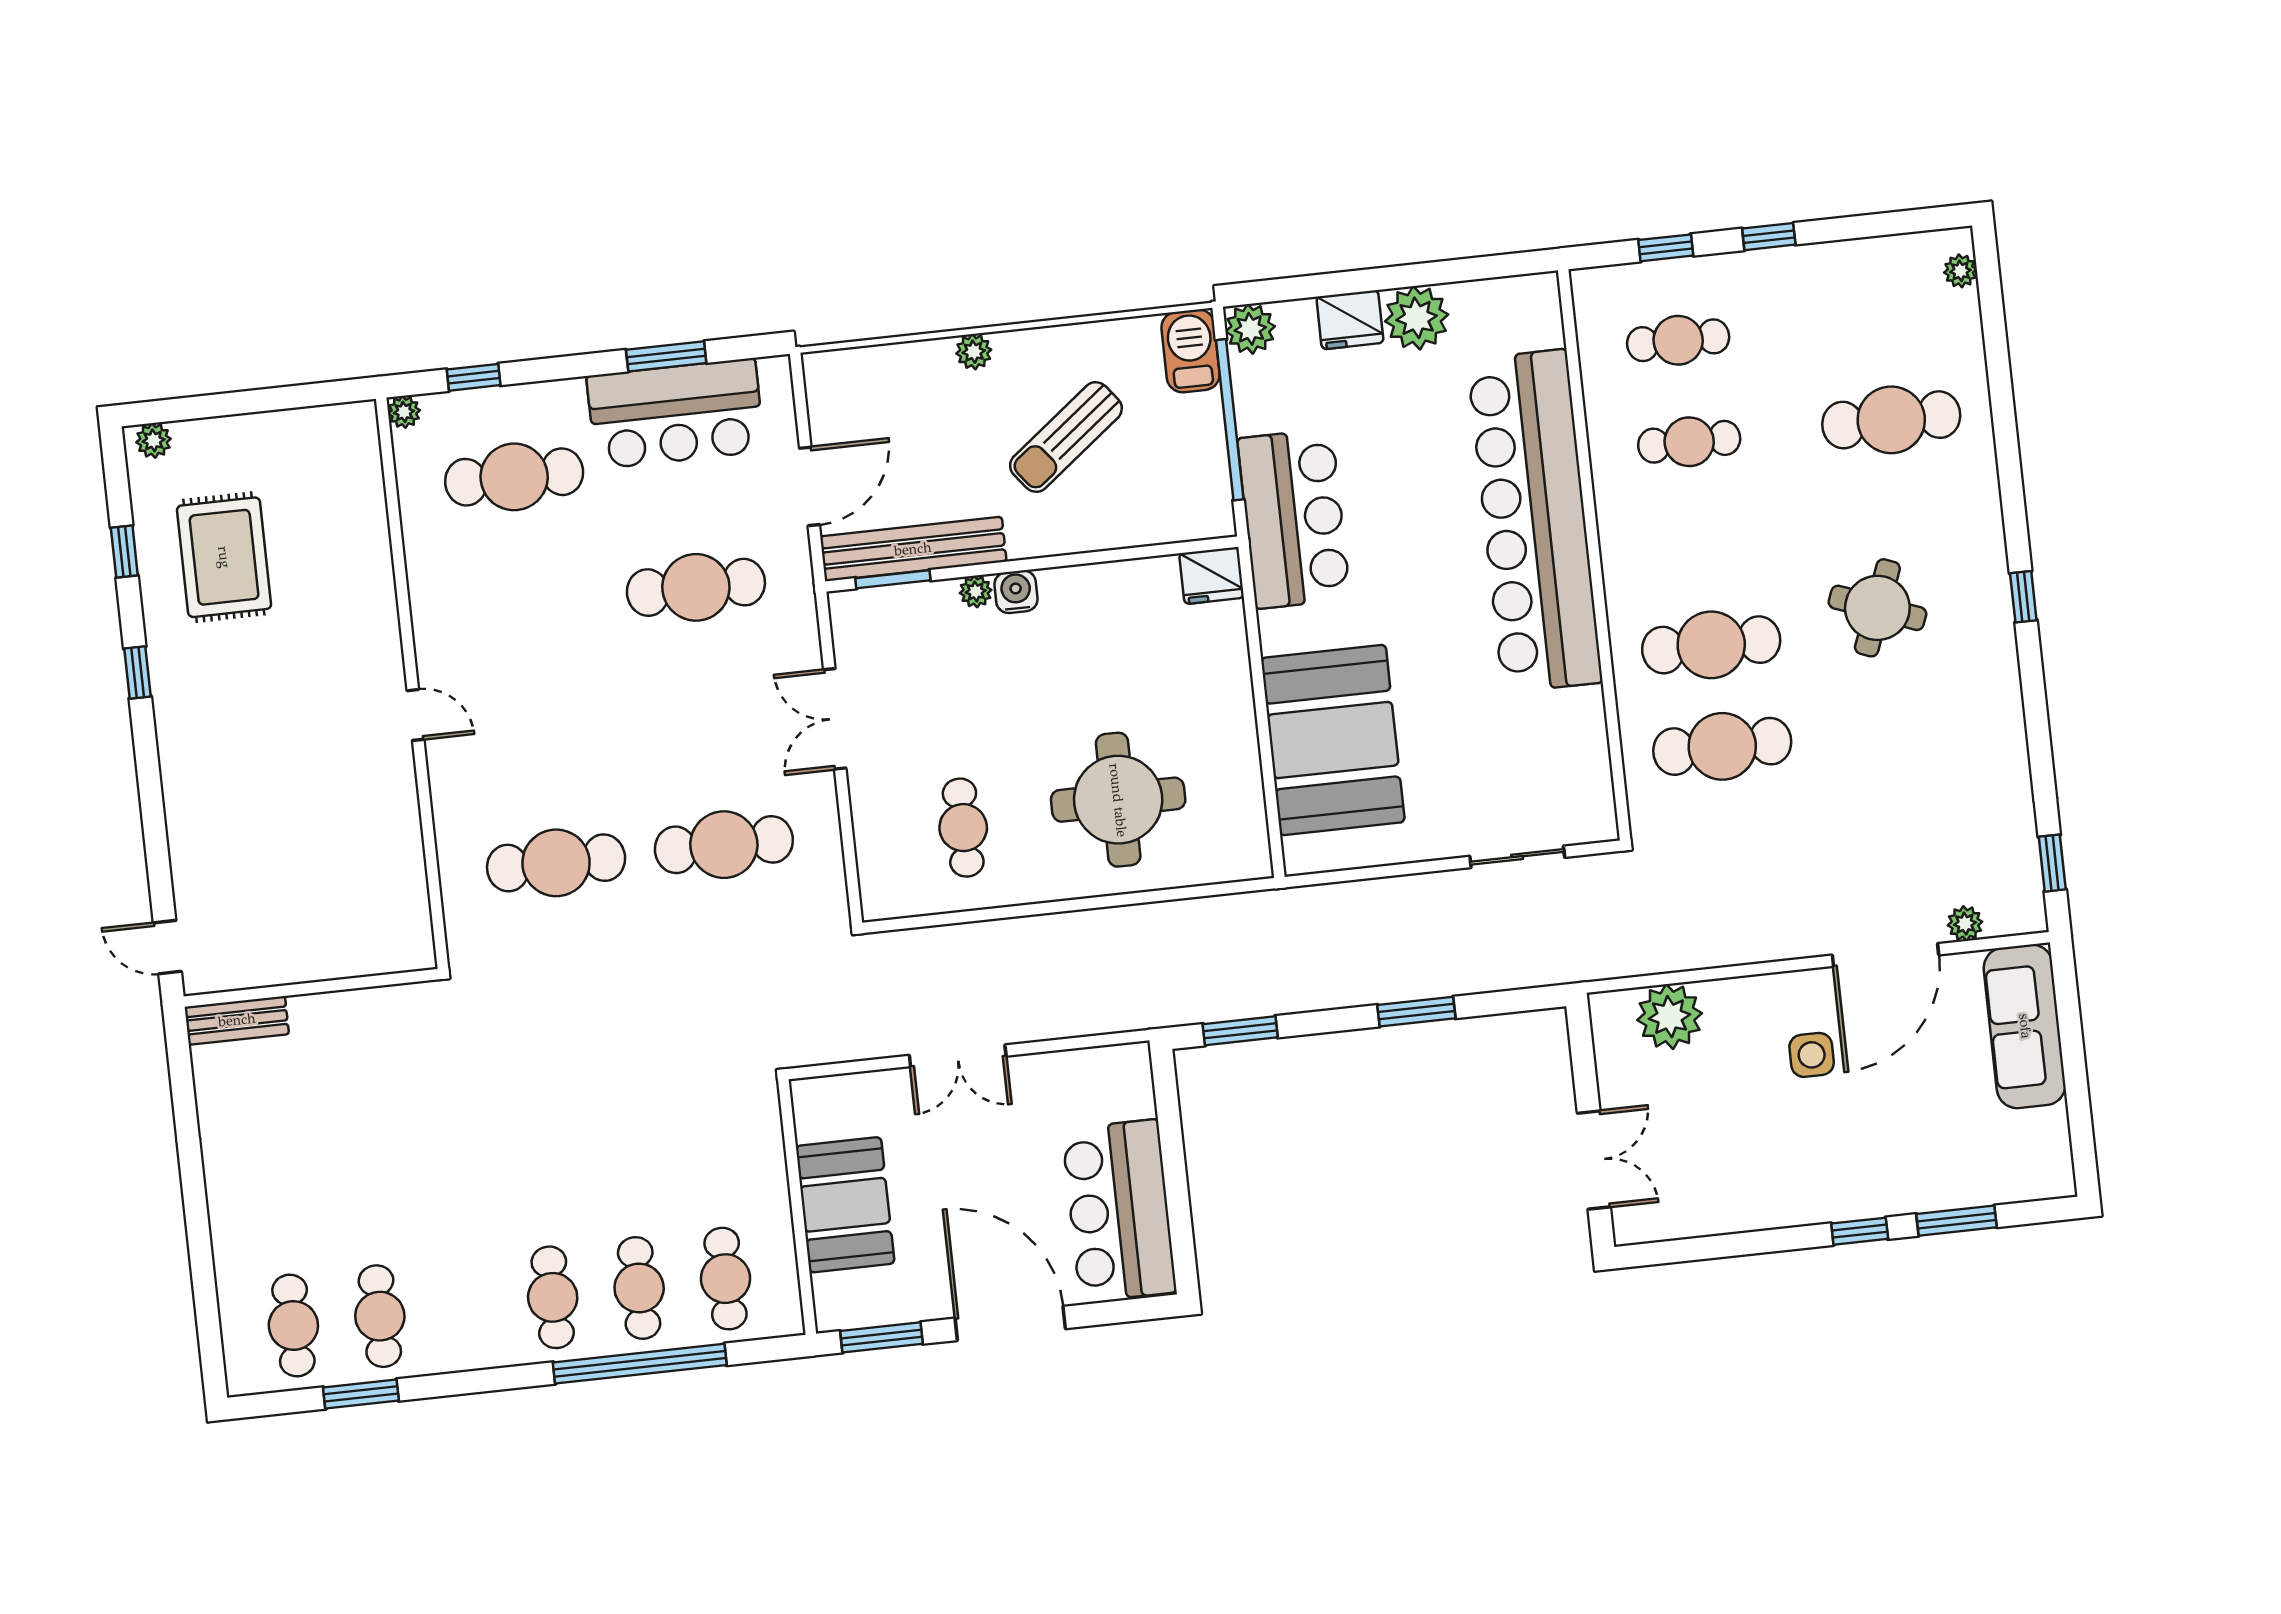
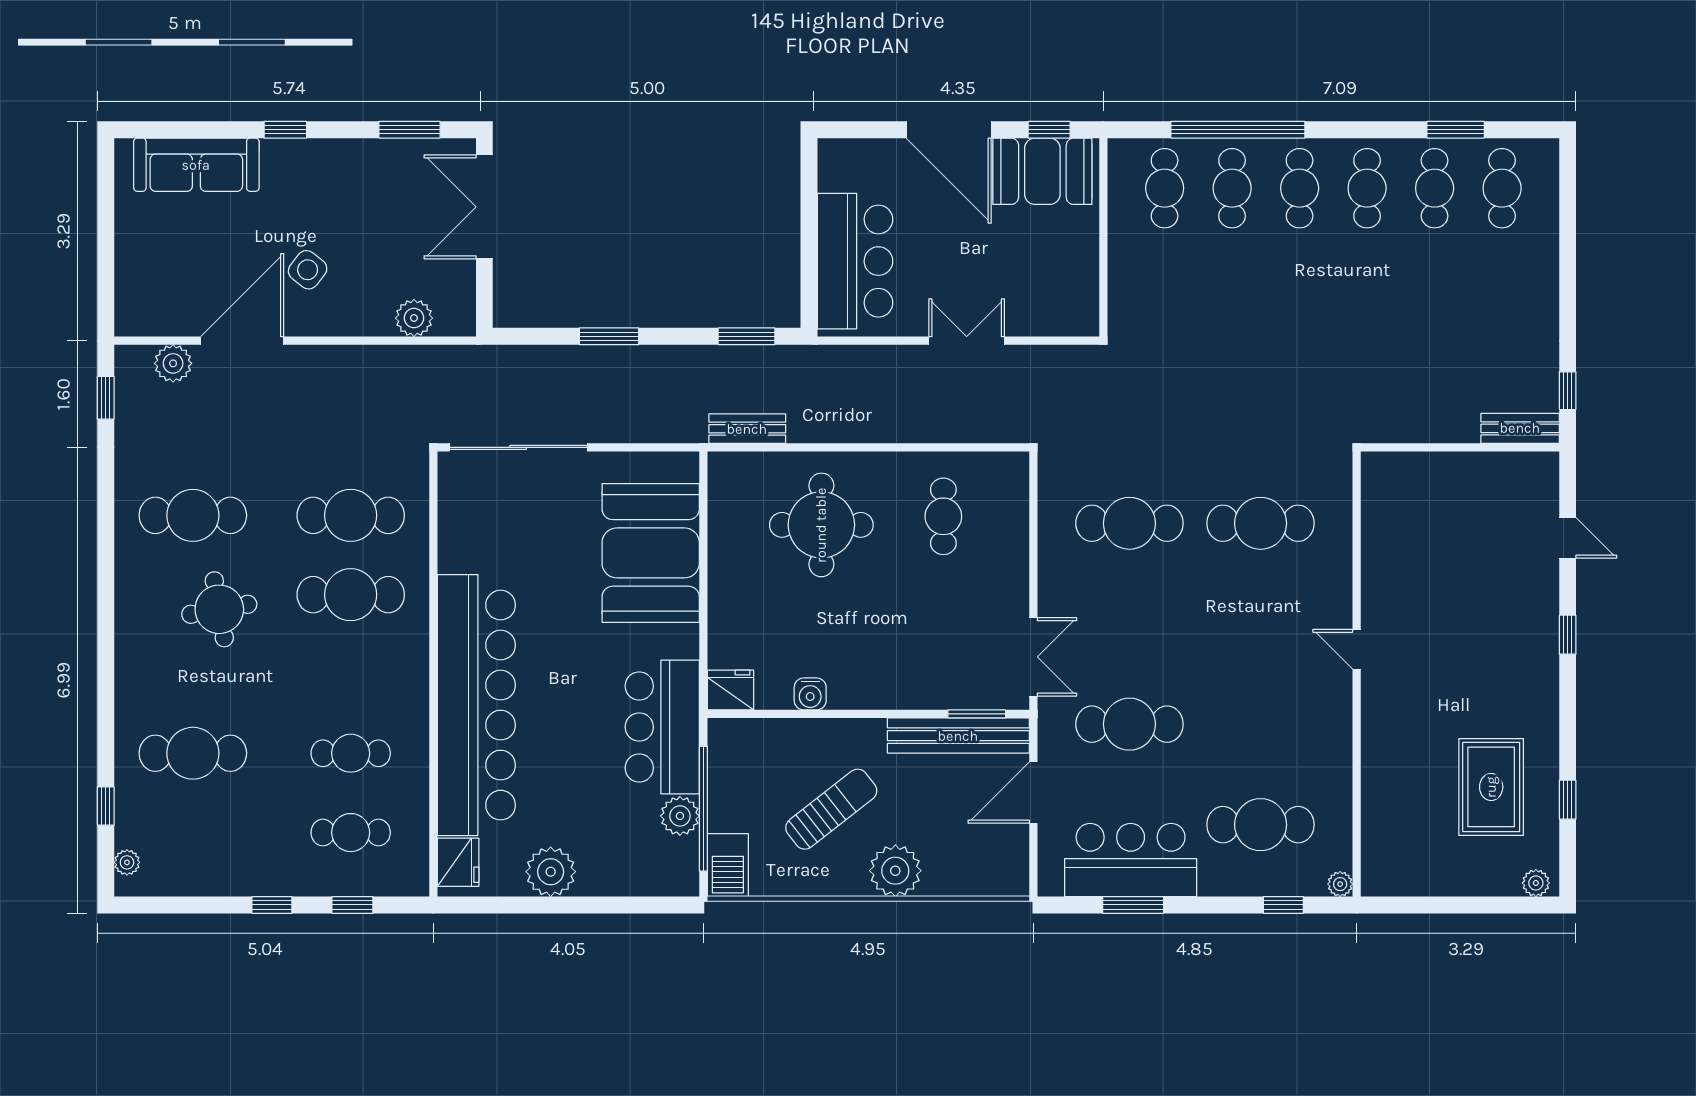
fridge: (1350, 320) -> (458, 862), moved, turned 90
plant: (1250, 329) -> (680, 816), moved
plant: (974, 352) -> (895, 871), width x1.87, depth x1.87
plant: (976, 592) -> (914, 698), removed
water cooler: (1016, 592) -> (810, 694), moved
window: (2023, 597) -> (106, 806), moved
round table: (1877, 608) -> (219, 609), turned -31
window: (137, 672) -> (1568, 635), moved
double door: (835, 719) -> (1033, 657), moved
cafe table: (1924, 724) -> (193, 515), added
sliding door: (1517, 857) -> (518, 447), width x1.86
bench: (1226, 913) -> (747, 429), added
plant: (1965, 924) -> (173, 363), width x1.38, depth x1.38
door: (167, 947) -> (1568, 538), moved
plant: (1670, 1017) -> (414, 318), width x0.73, depth x0.73
sofa: (2025, 1026) -> (196, 165), moved, turned 90
side table: (1812, 1055) -> (308, 270), turned 38
window: (181, 1075) -> (1568, 391), added
double door: (1594, 1160) -> (484, 207), width x1.37
booth: (845, 1205) -> (1042, 171), moved, turned 90
bar counter: (1119, 1211) -> (855, 261), moved
window: (1957, 1221) -> (409, 130), moved
cafe table: (466, 1307) -> (1367, 188), added
window: (881, 1337) -> (1049, 130), width x0.67

